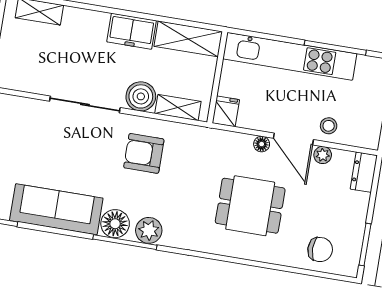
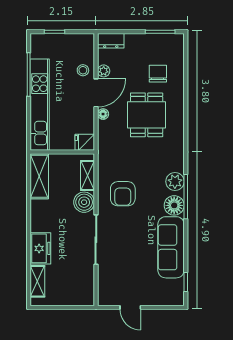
freezer: (132, 31) -> (40, 248), moved
chair: (320, 250) -> (158, 74), moved

